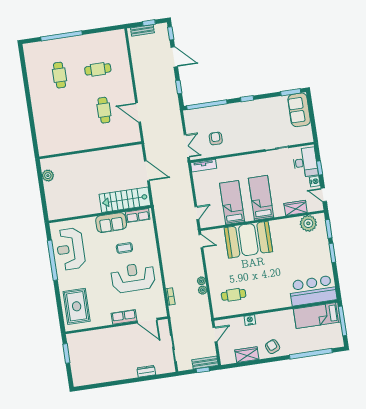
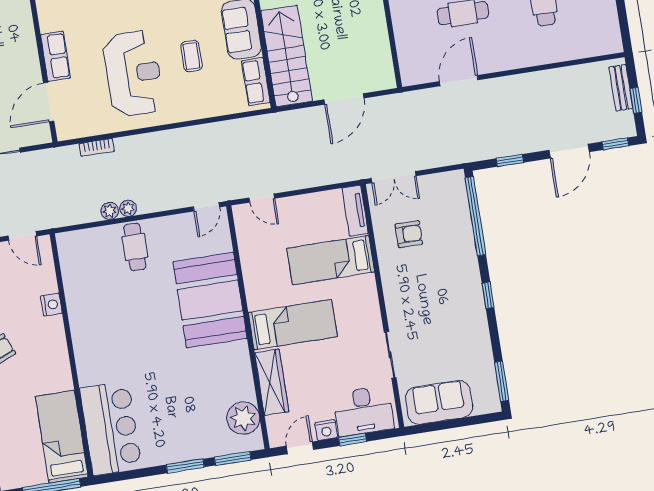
sofa: (299, 110) -> (439, 402), moved
bed: (232, 203) -> (331, 260), moved, turned 180
wardrobe: (296, 208) -> (272, 382), width x1.50
cafe table: (234, 295) -> (135, 247), moved

